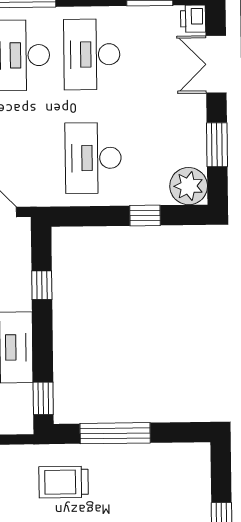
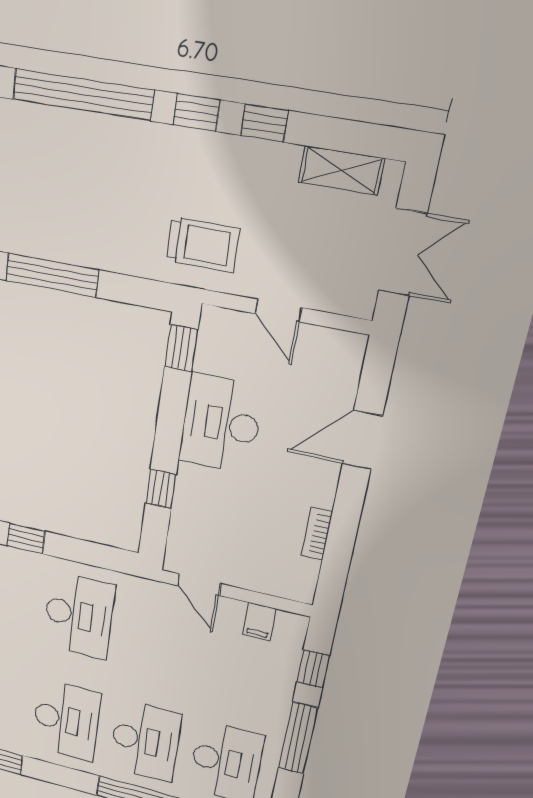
window: (115, 433) -> (52, 275), moved
trolley: (64, 482) -> (203, 245), moved

